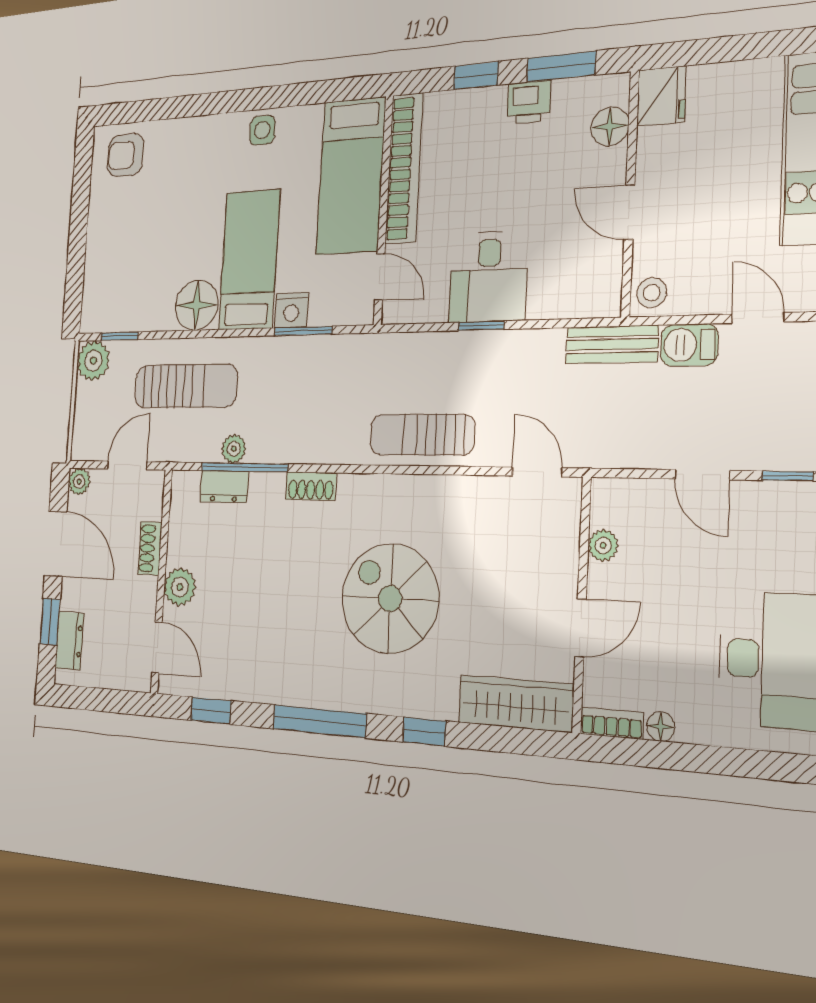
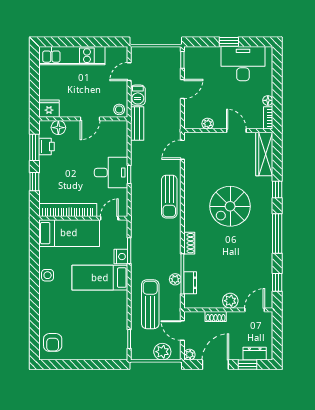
printer: (529, 102) -> (47, 146), moved
floor lamp: (197, 305) -> (117, 301), removed
plant: (93, 361) -> (162, 352), moved

